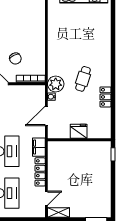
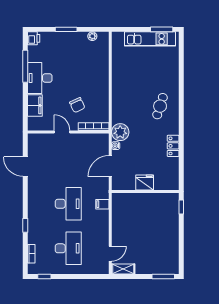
cafe table: (83, 79) -> (160, 106), moved
filing cabinet: (39, 147) -> (102, 204), width x0.50
locker: (40, 172) -> (104, 226), removed

